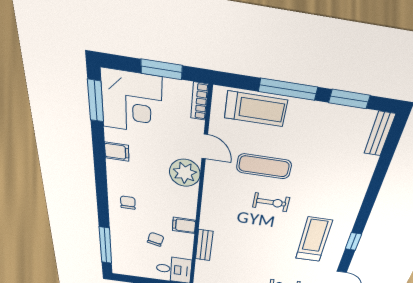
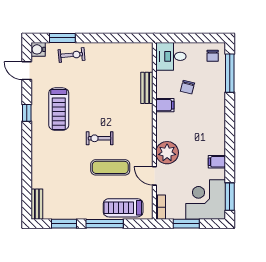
chair: (128, 203) -> (213, 56), moved

